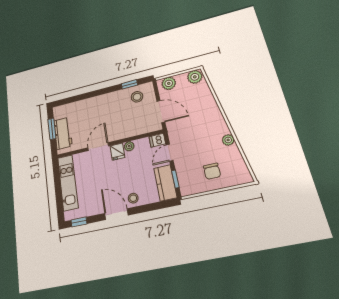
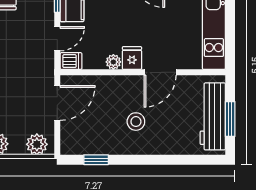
stool: (137, 97) -> (136, 122), moved
door: (161, 112) -> (57, 103), swing flipped
workbench: (63, 133) -> (213, 116), width x1.38

